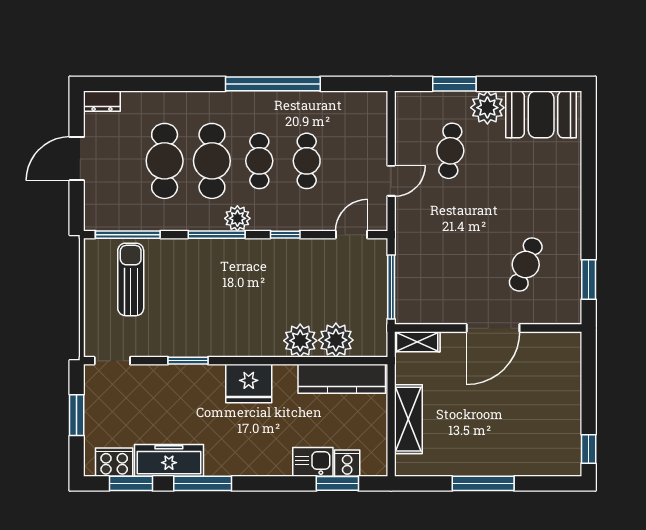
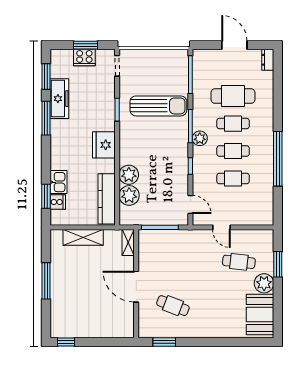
cafe table: (212, 161) -> (233, 124), width x0.73, depth x0.74
sun lounger: (131, 279) -> (158, 106), moved, width x1.36, depth x1.34
cooker: (114, 462) -> (84, 57), moved, turned 90

